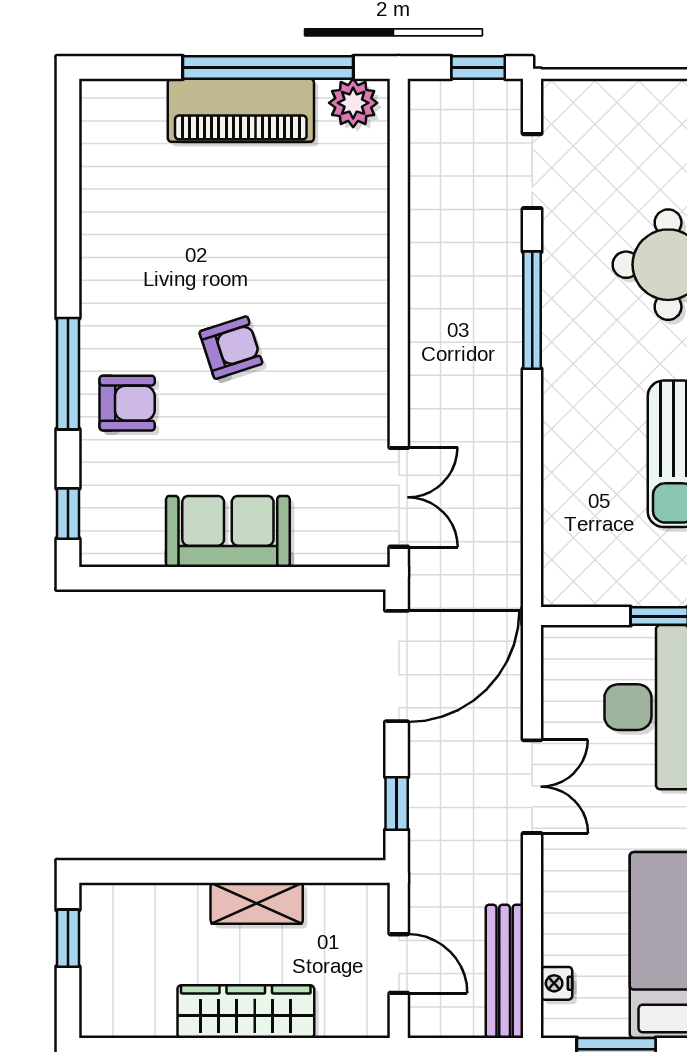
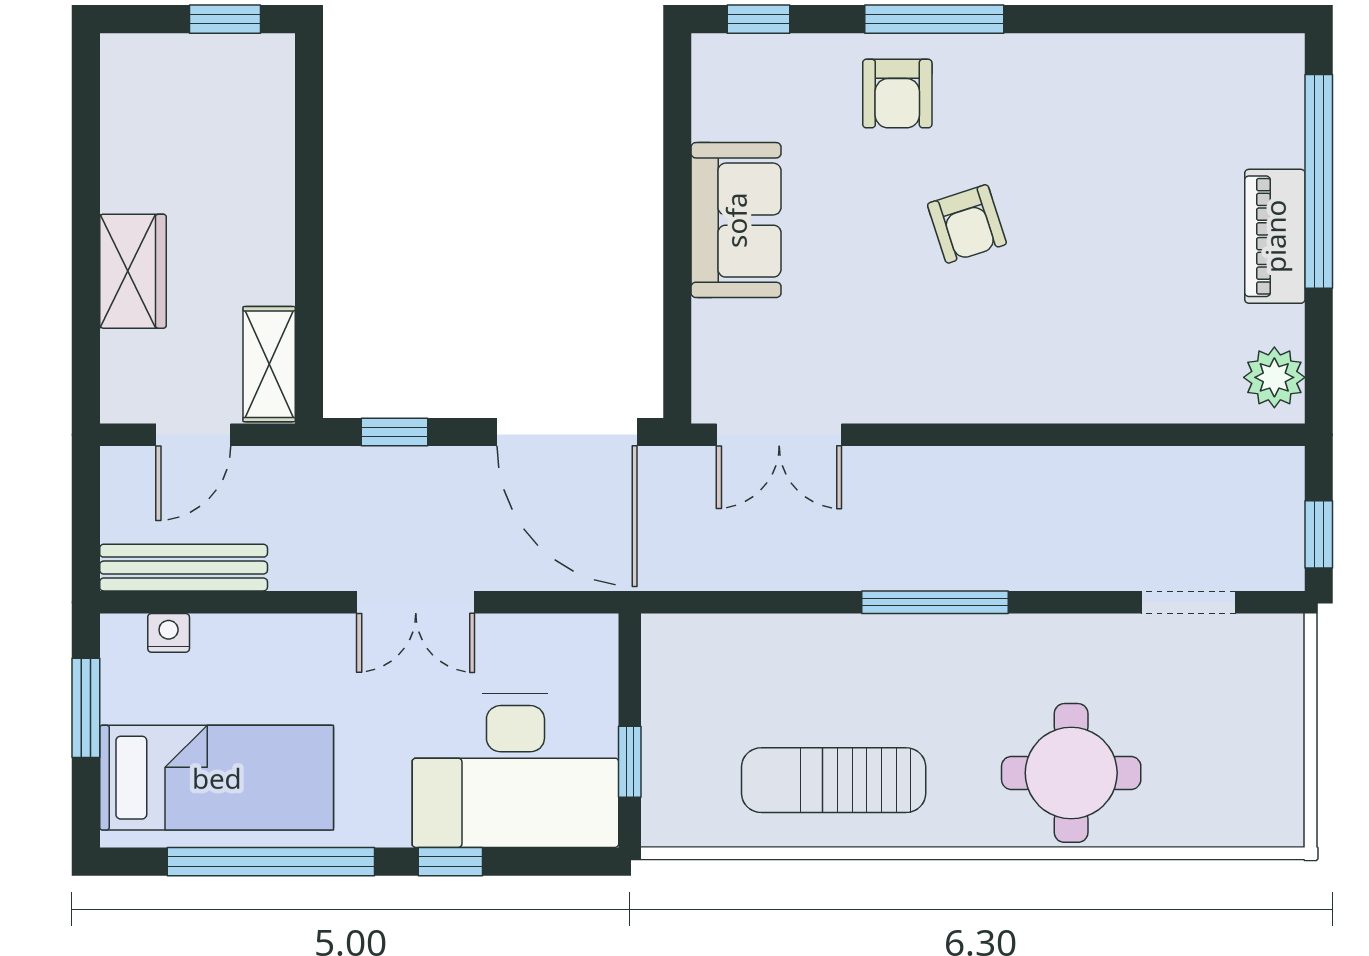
window: (268, 67) -> (1319, 181), moved
piano: (241, 110) -> (1275, 236), width x0.73, depth x0.75
window: (532, 310) -> (935, 602), moved
shelving: (257, 903) -> (269, 364), moved
wardrobe: (246, 1012) -> (133, 271), width x0.67

